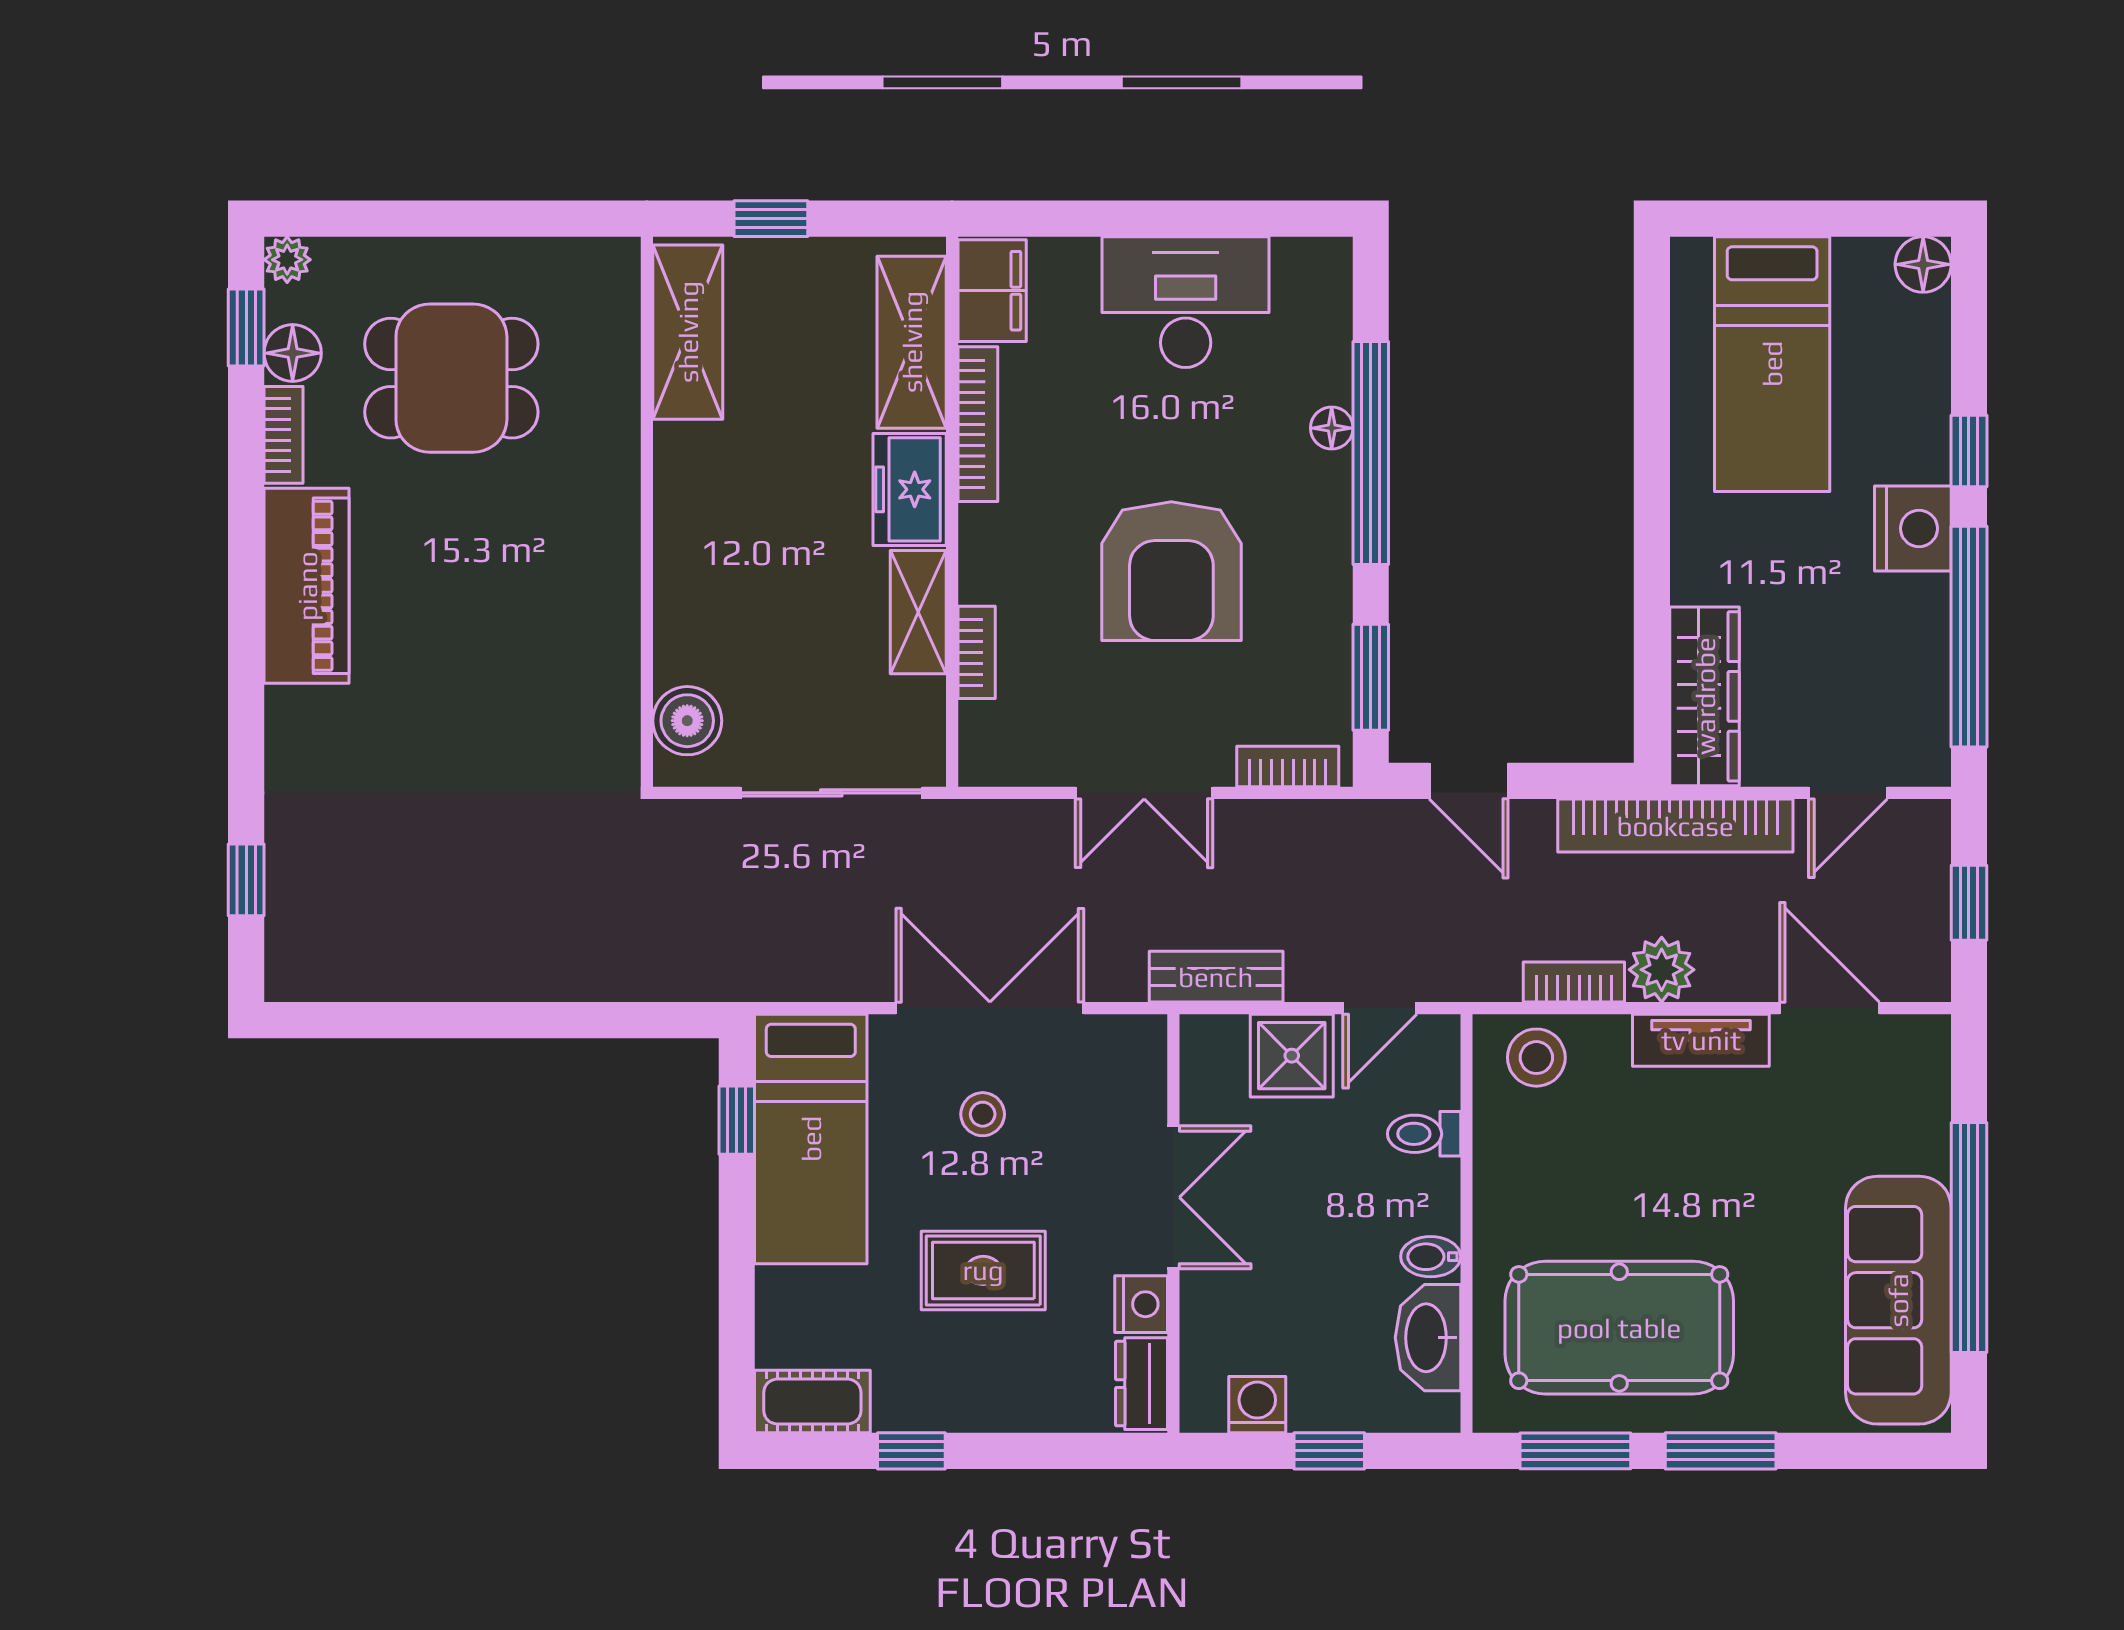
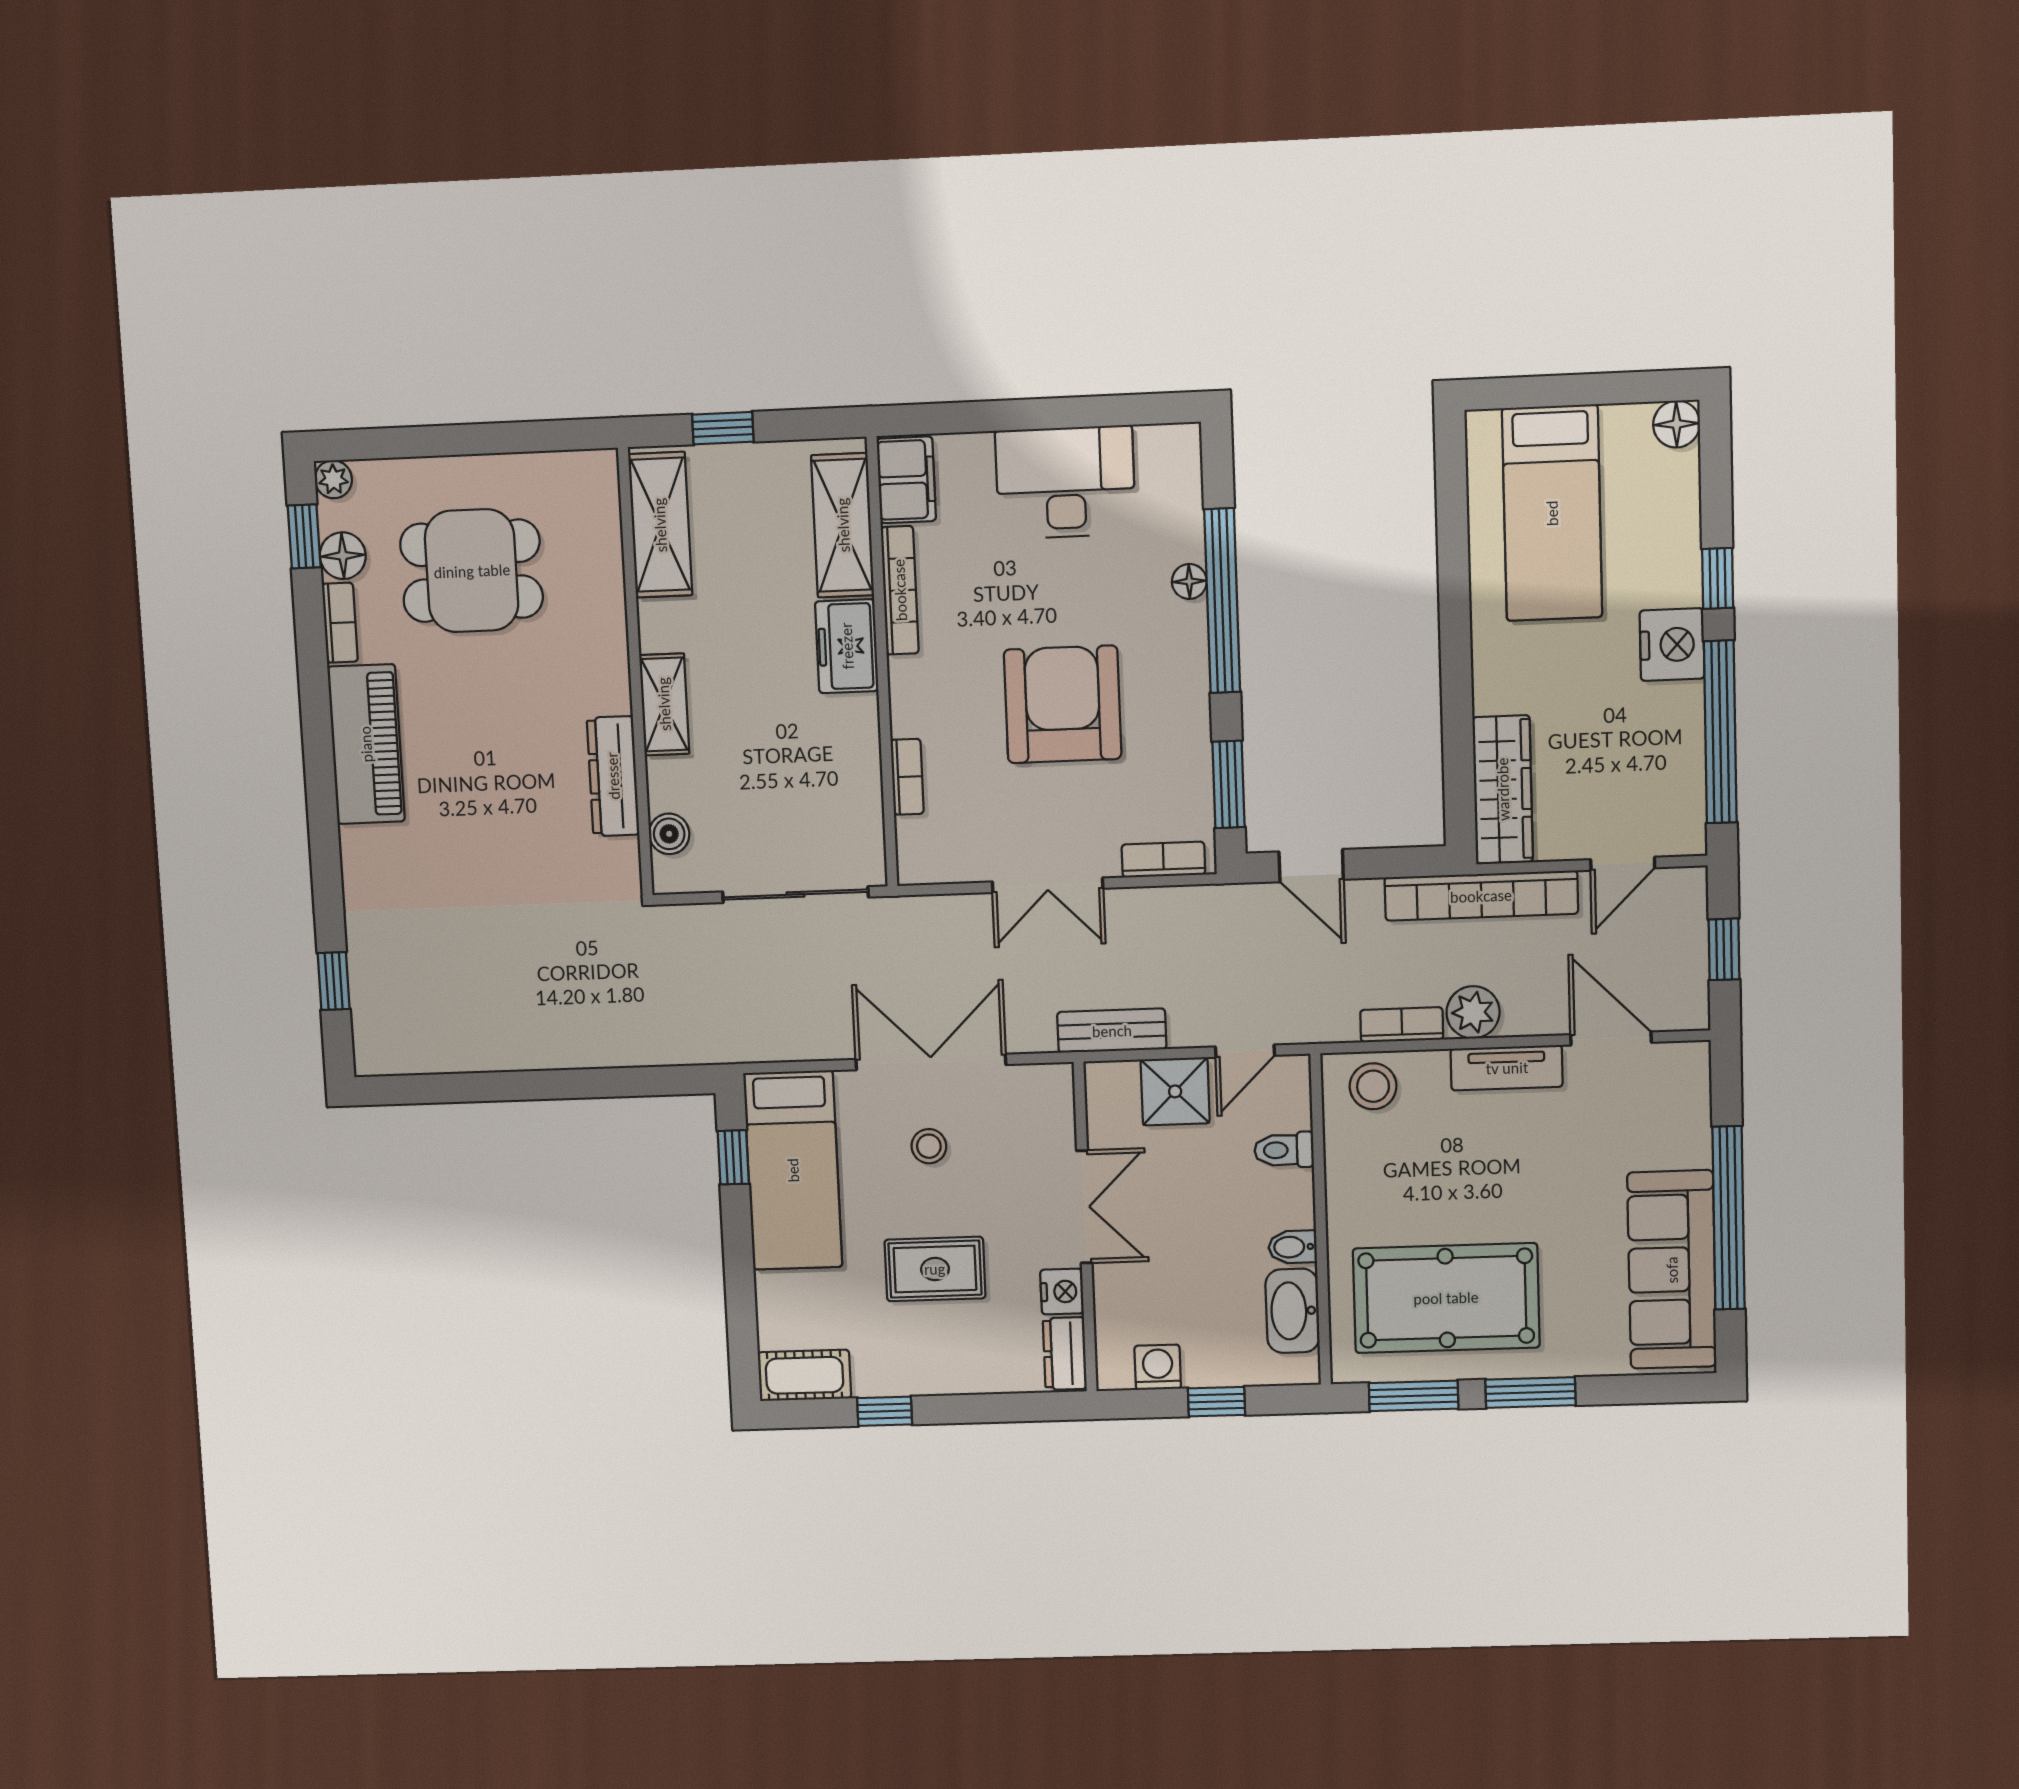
armchair: (1171, 571) -> (1063, 704), turned 180
shelving: (918, 612) -> (664, 704), moved
dresser: (612, 638) -> (613, 776), added
boiler: (687, 721) -> (669, 834), width x0.73, depth x0.73

